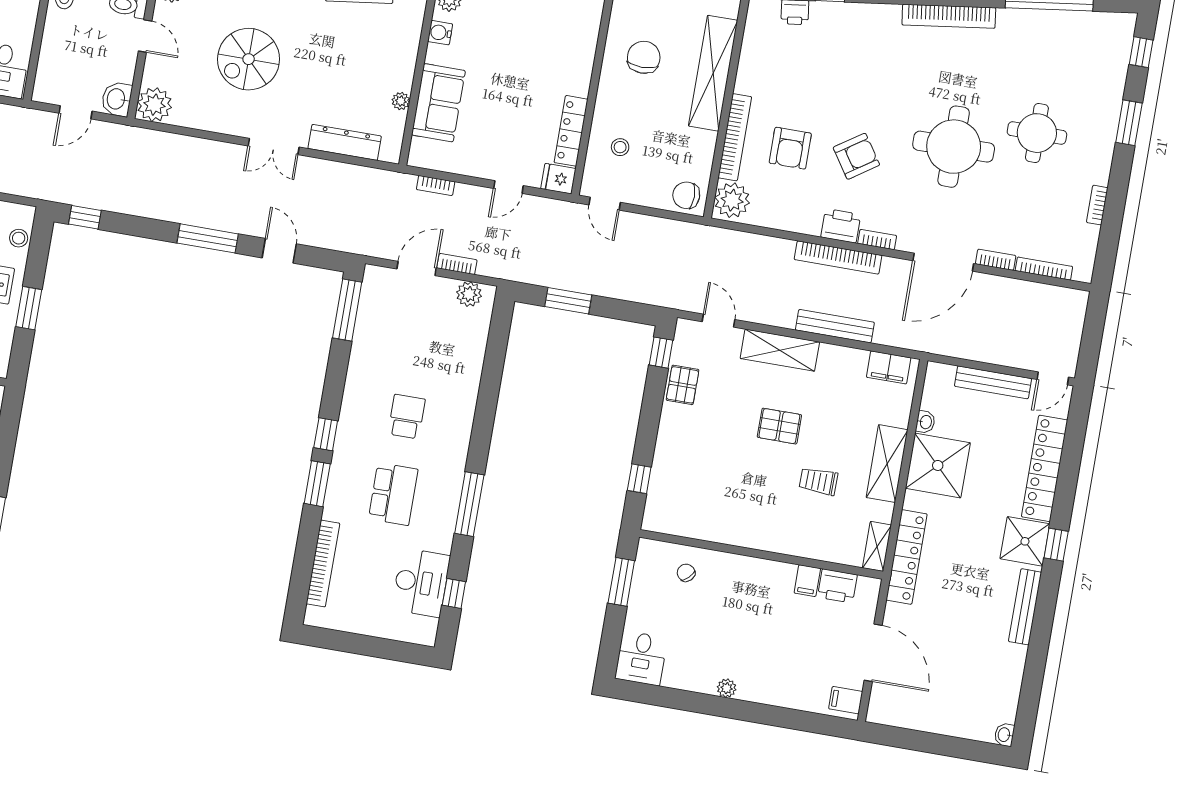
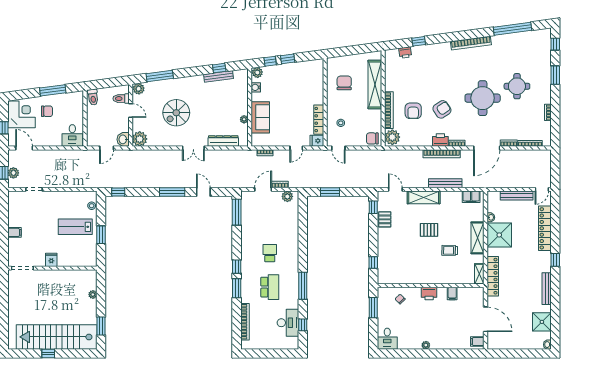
shower: (1025, 541) -> (542, 322), moved
printer: (837, 586) -> (429, 294), moved

